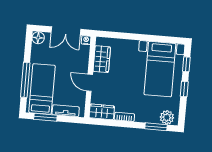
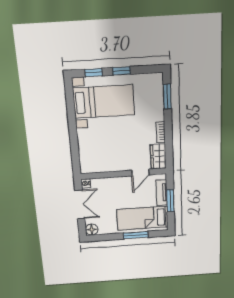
wardrobe: (102, 59) -> (103, 165), removed
window: (25, 80) -> (136, 235), width x0.69
door: (90, 83) -> (140, 173), moved
window: (45, 117) -> (170, 201), moved
plant: (167, 117) -> (156, 86), removed

